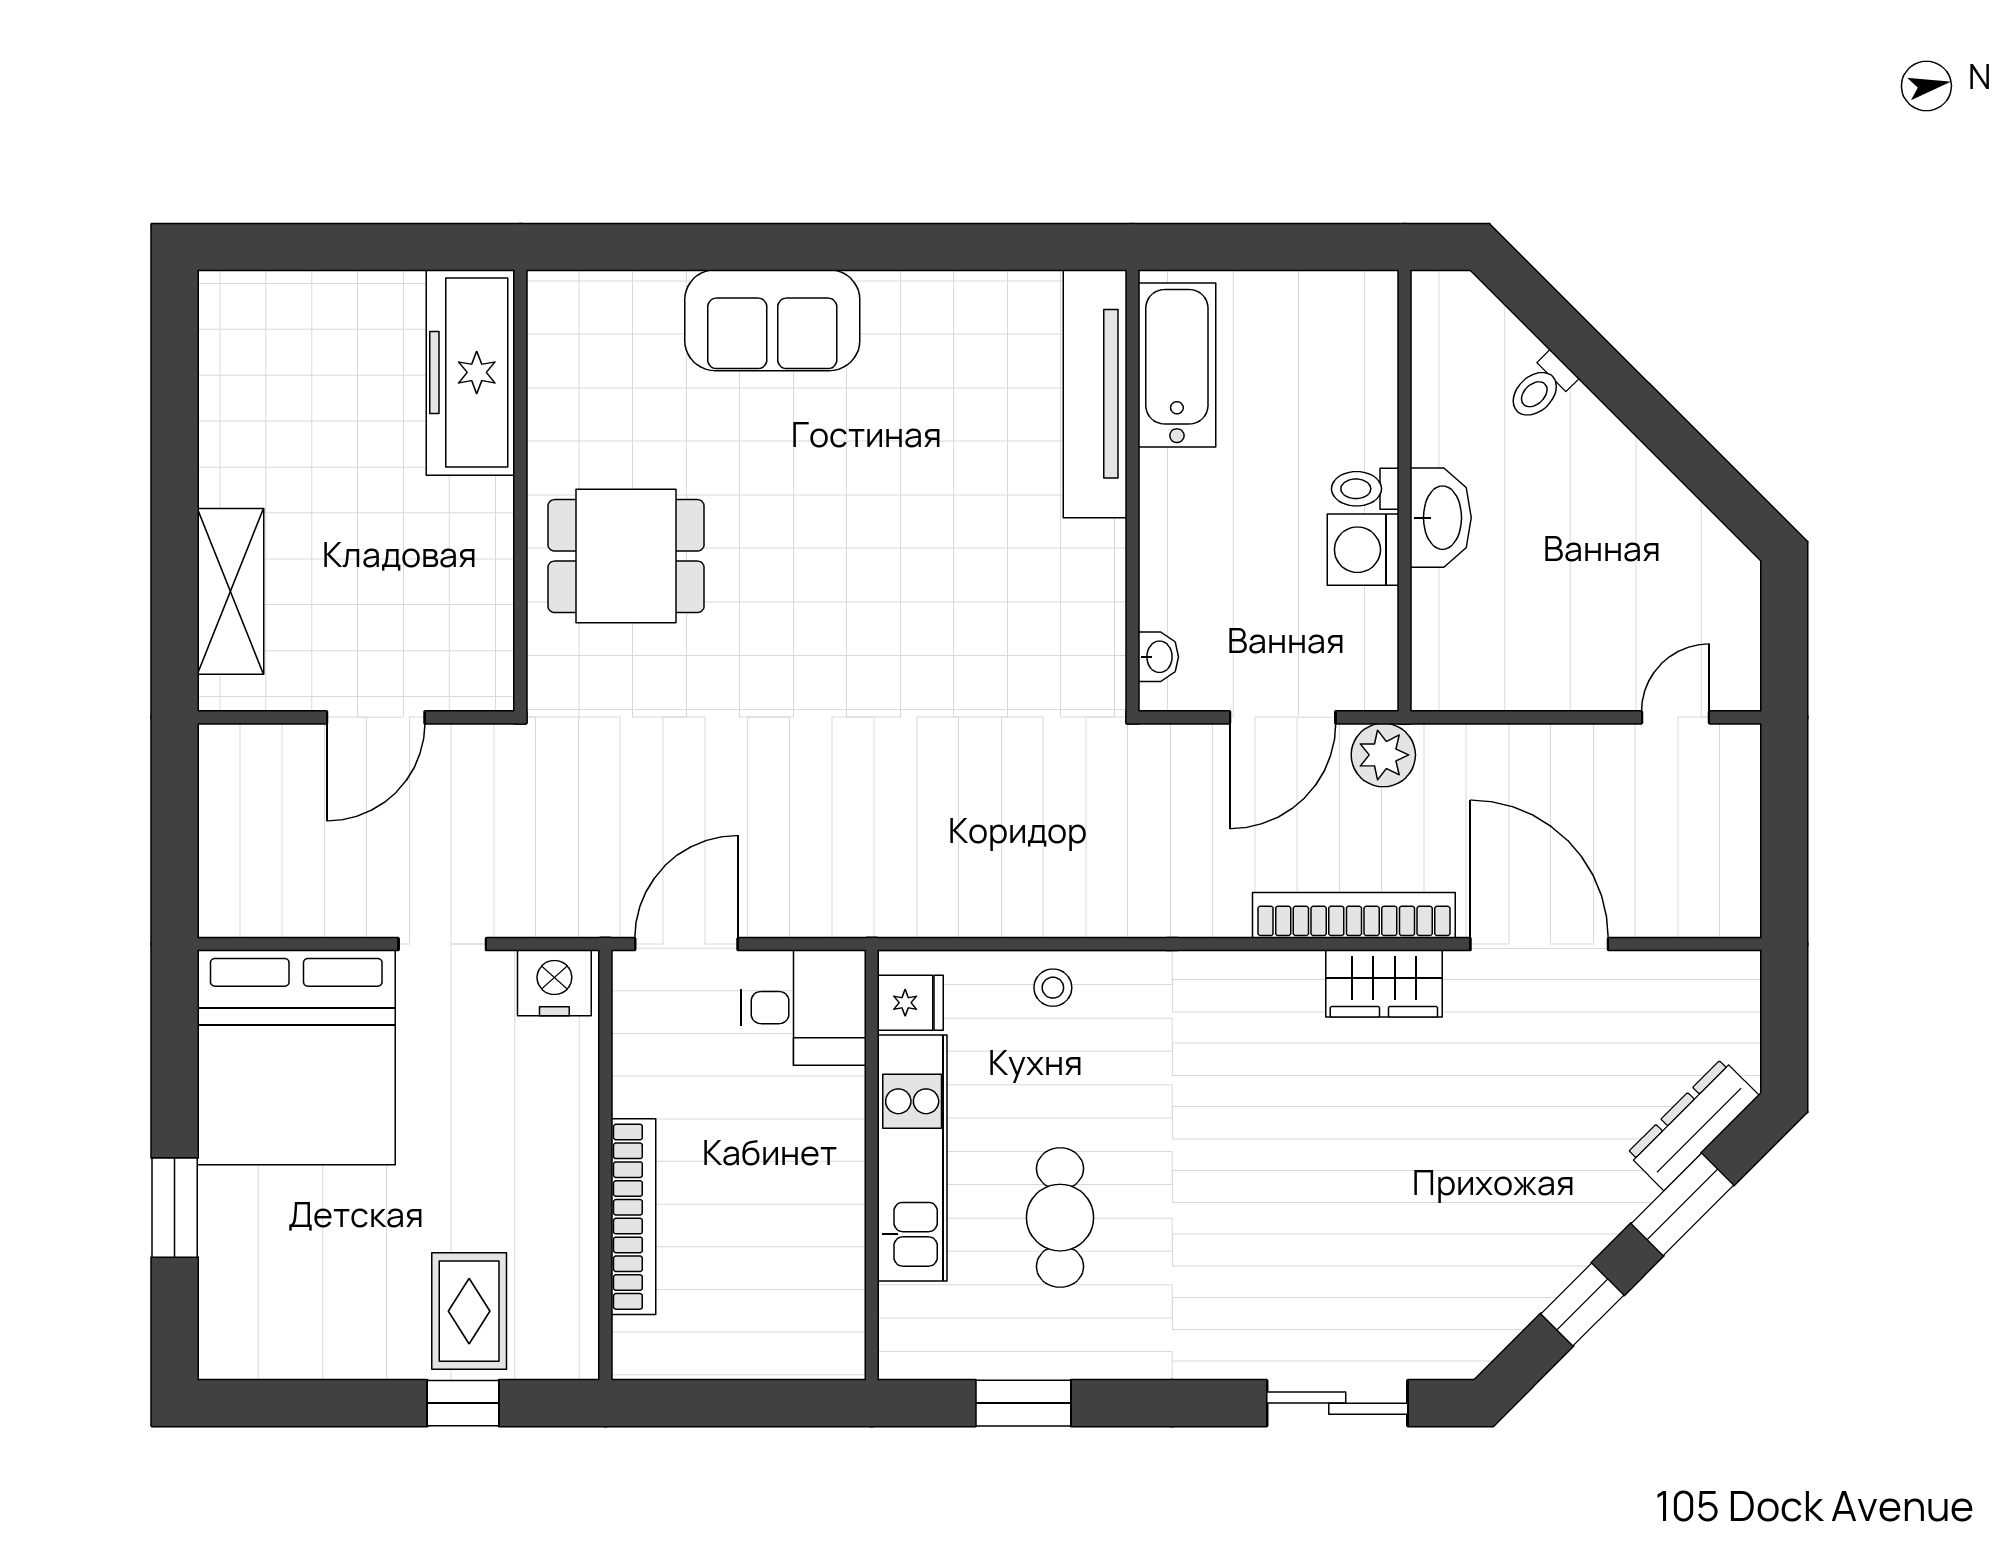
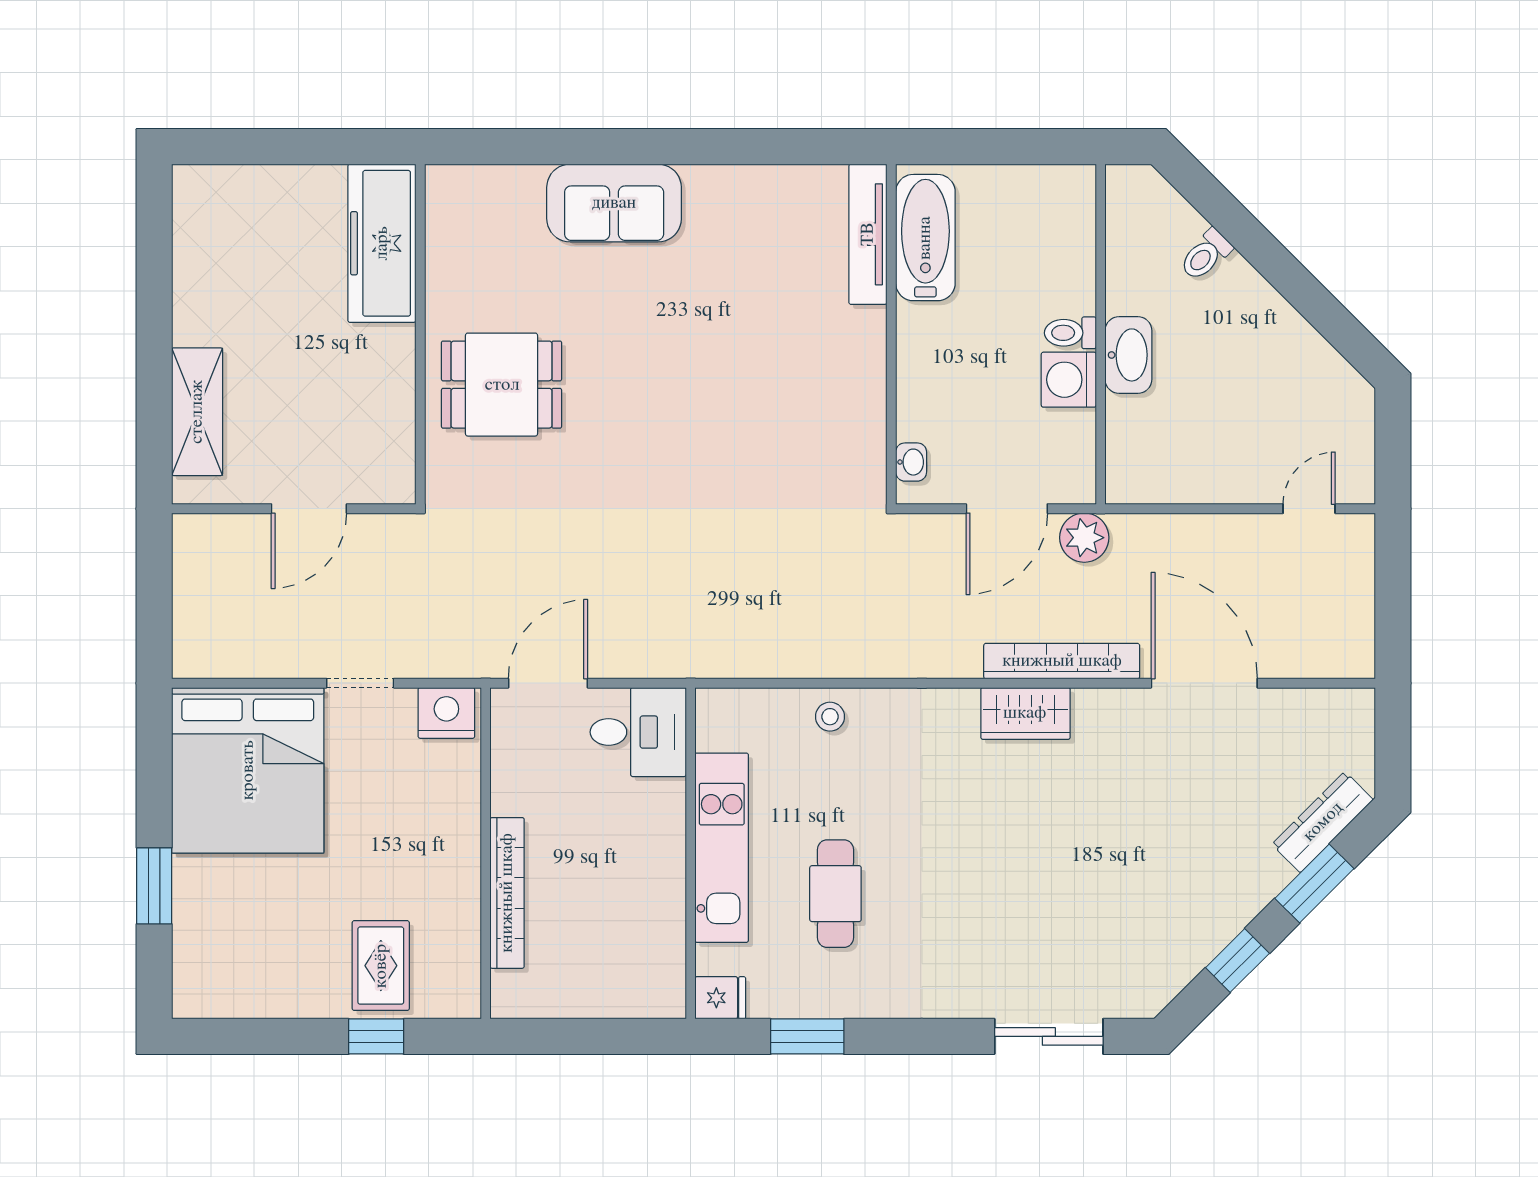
tv unit: (1095, 394) -> (868, 234), width x0.73, depth x0.78
wardrobe: (1384, 983) -> (1025, 713), moved
fridge: (910, 1003) -> (720, 998), moved

